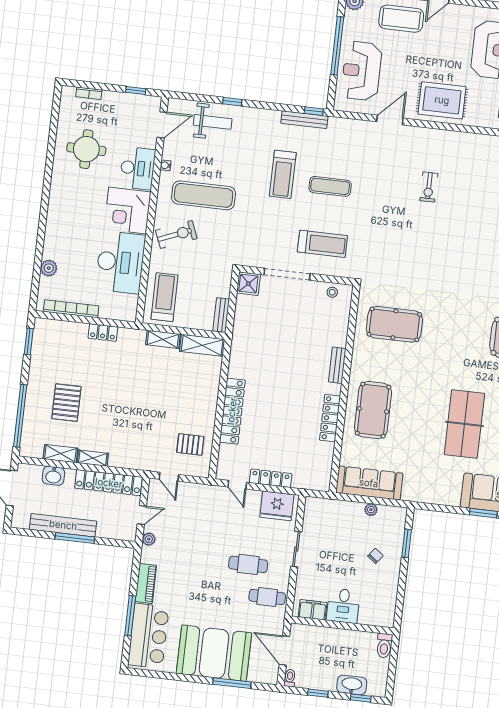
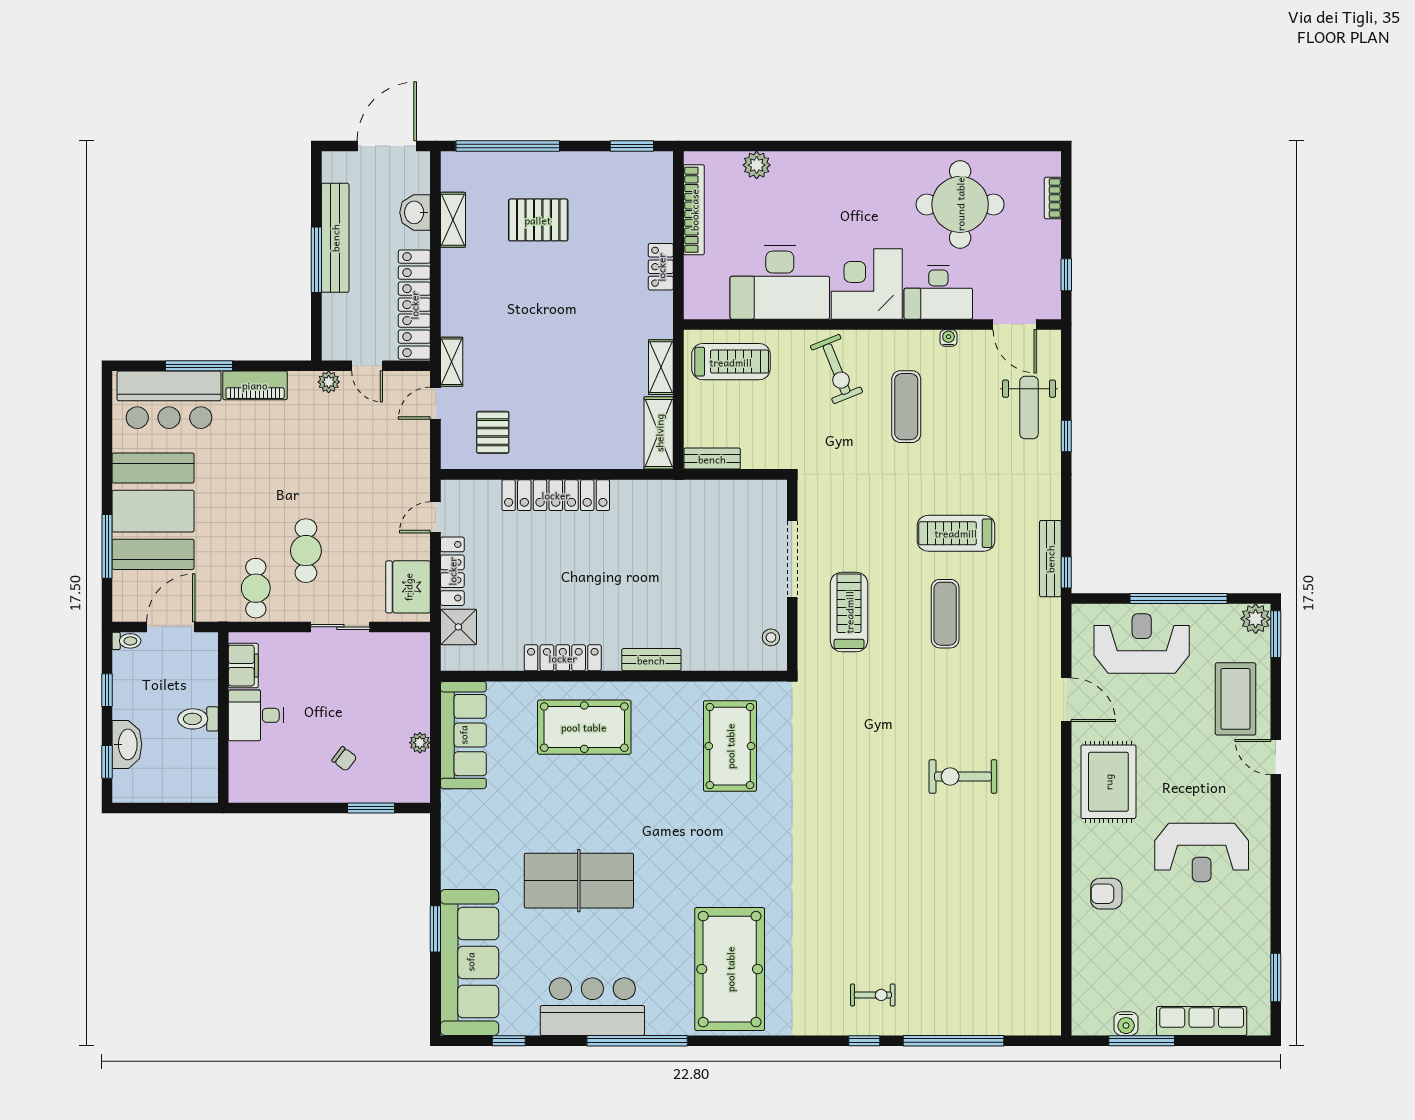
round table: (86, 149) -> (960, 204), width x1.36, depth x1.36
exercise bike: (429, 187) -> (963, 777), width x1.38, depth x1.39
exercise mat: (204, 195) -> (906, 407), width x0.73, depth x0.69
treadmill: (322, 244) -> (849, 612), turned 180
shower: (248, 284) -> (458, 627), moved
shelving: (93, 458) -> (452, 362), moved
toilet: (384, 646) -> (198, 719), moved

